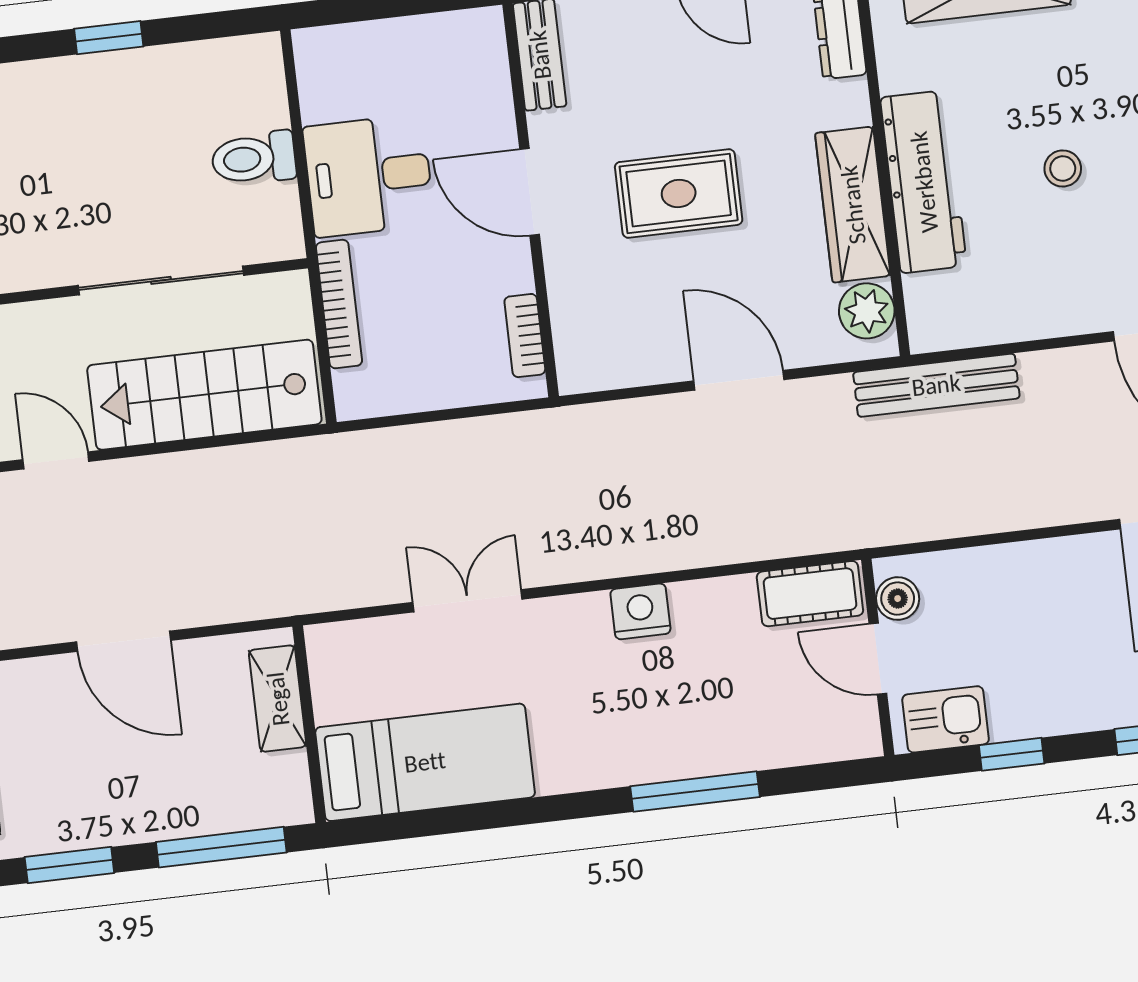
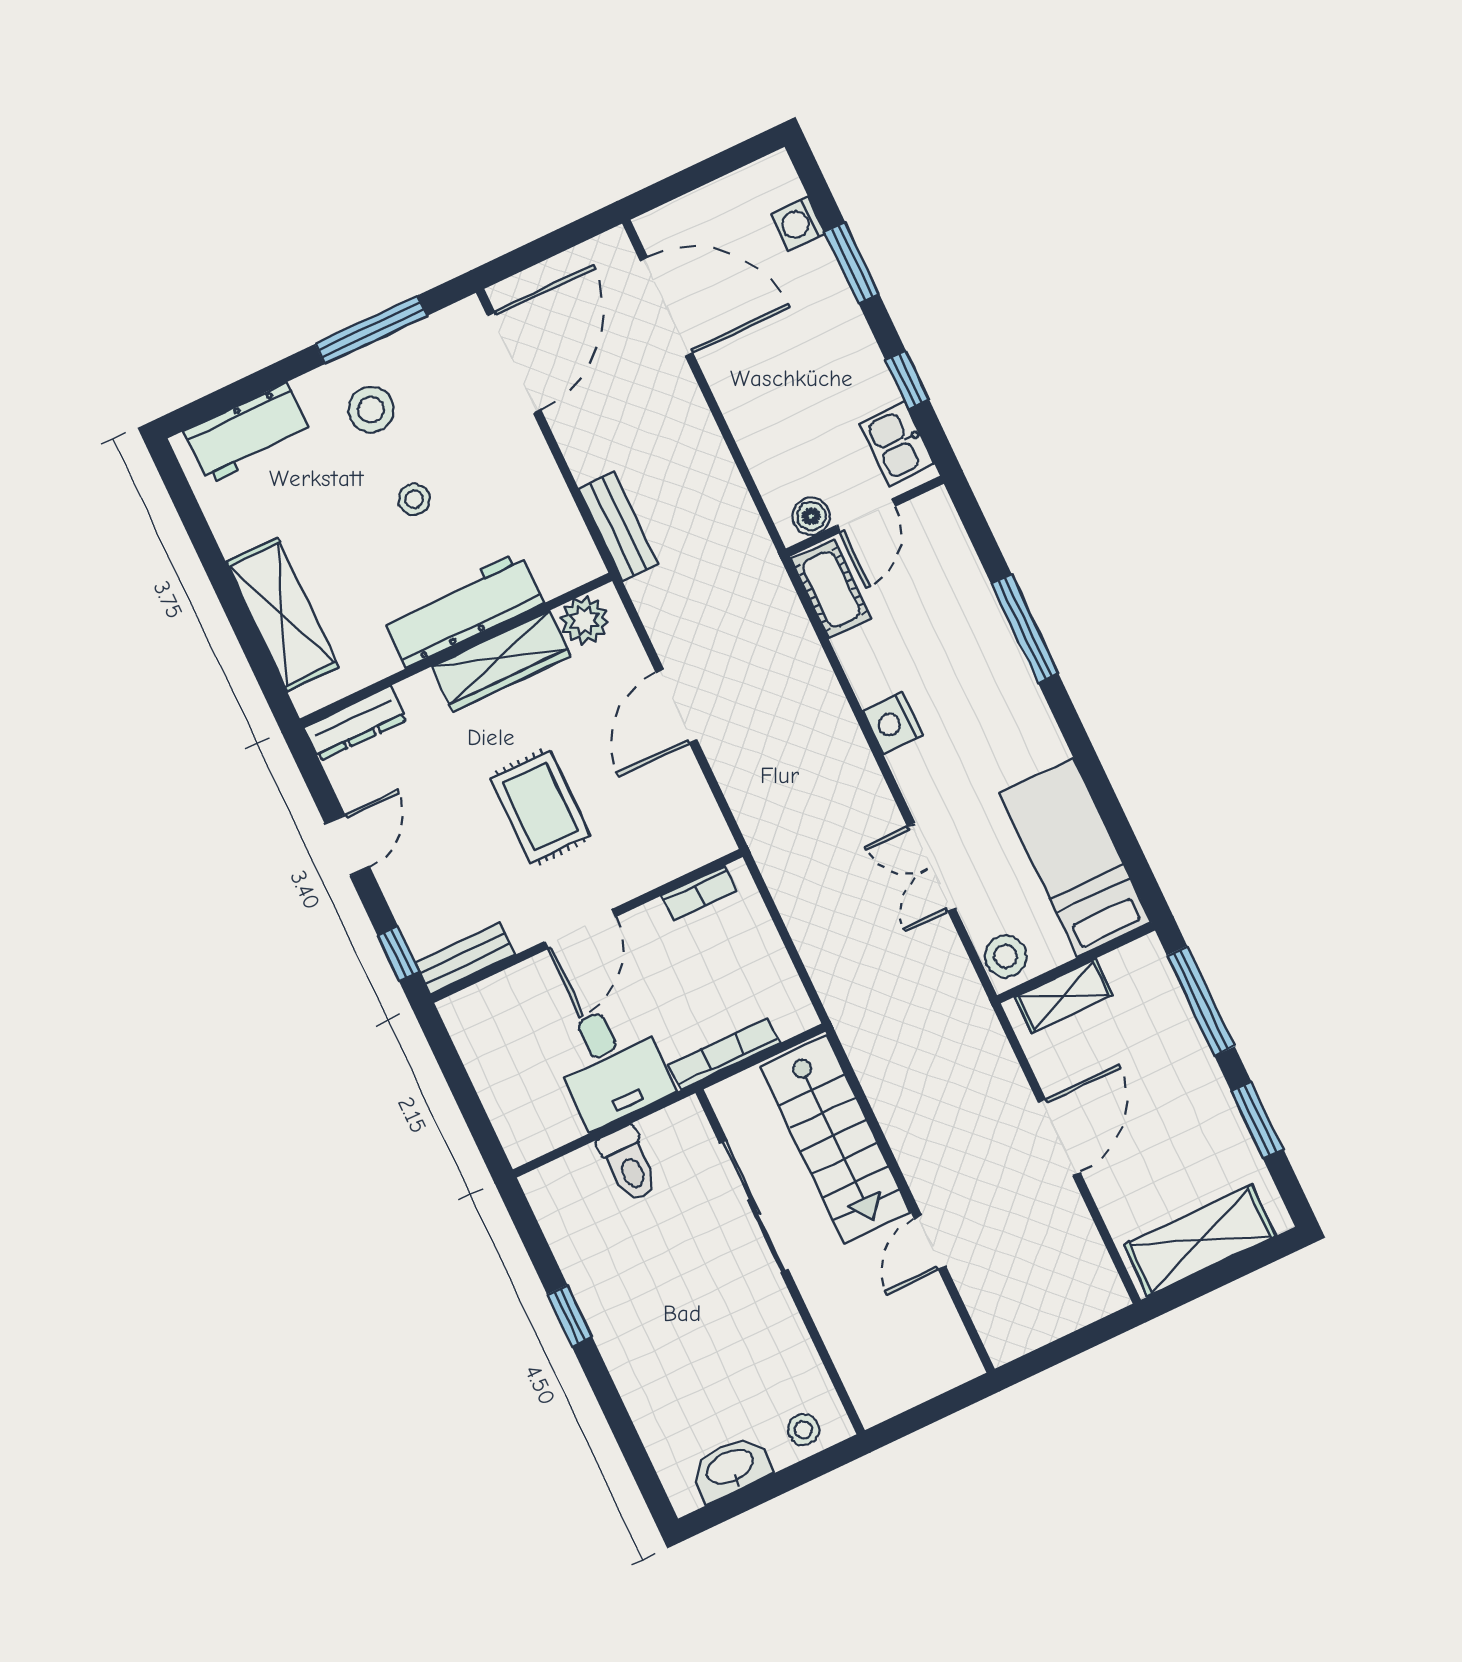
bench: (936, 385) -> (618, 526), width x0.73
stool: (342, 649) -> (1006, 956), added

